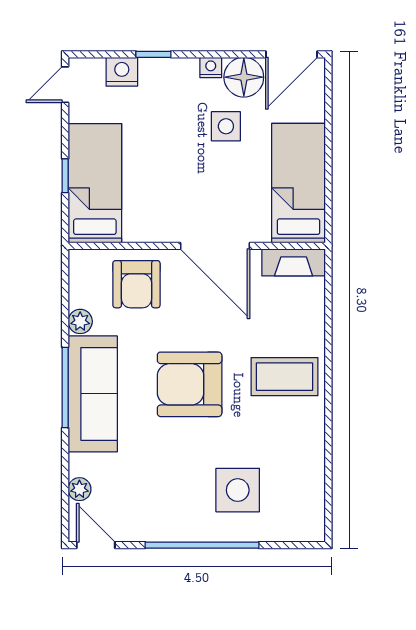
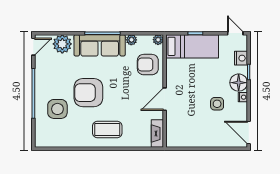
floor lamp: (244, 77) -> (239, 83), moved
bed: (299, 183) -> (192, 136), removed
door: (215, 246) -> (165, 99), width x0.73
plant: (80, 261) -> (158, 40), added
coffee table: (284, 377) -> (107, 130), turned 90
armchair: (190, 384) -> (88, 93), moved, turned -90
plant: (79, 489) -> (62, 44), width x1.88, depth x1.88

